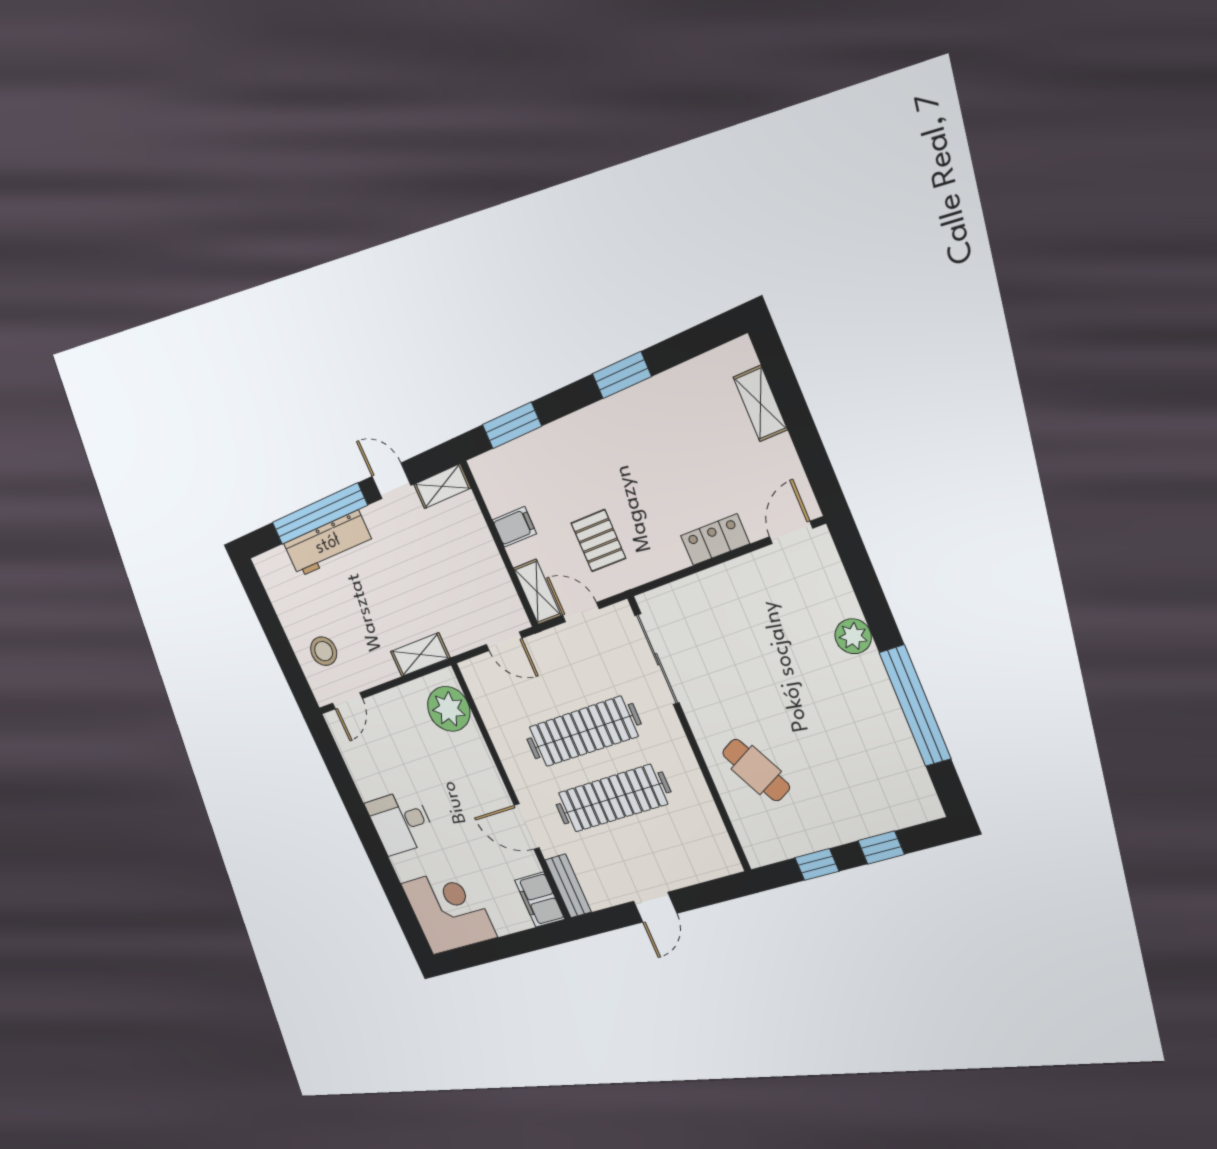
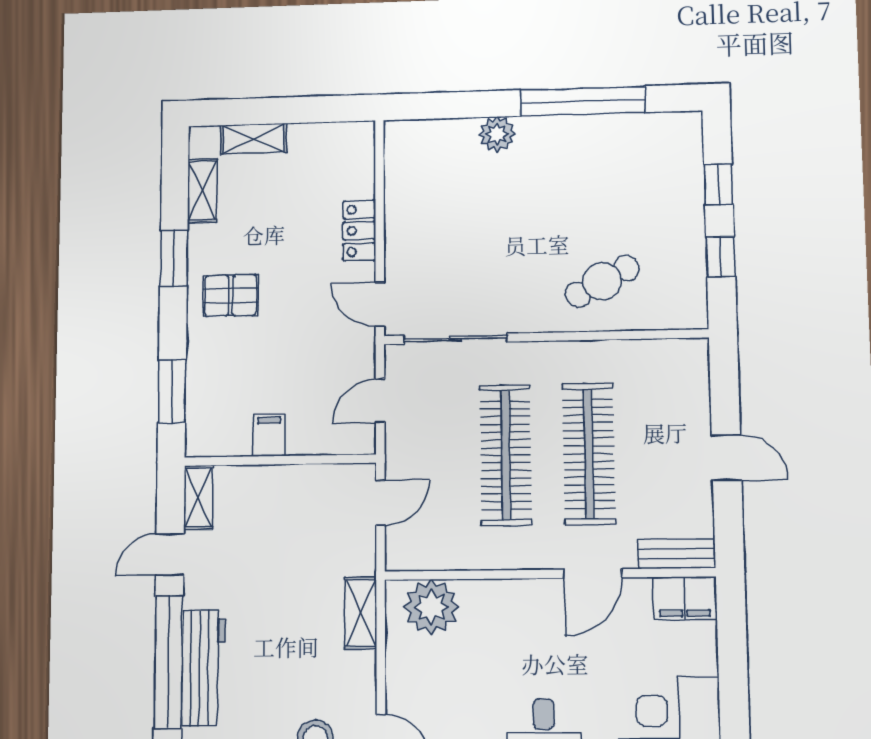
door: (791, 533) -> (380, 304), moved
pallet: (598, 541) -> (231, 295), moved
shelving: (537, 592) -> (202, 190), moved, turned 90

